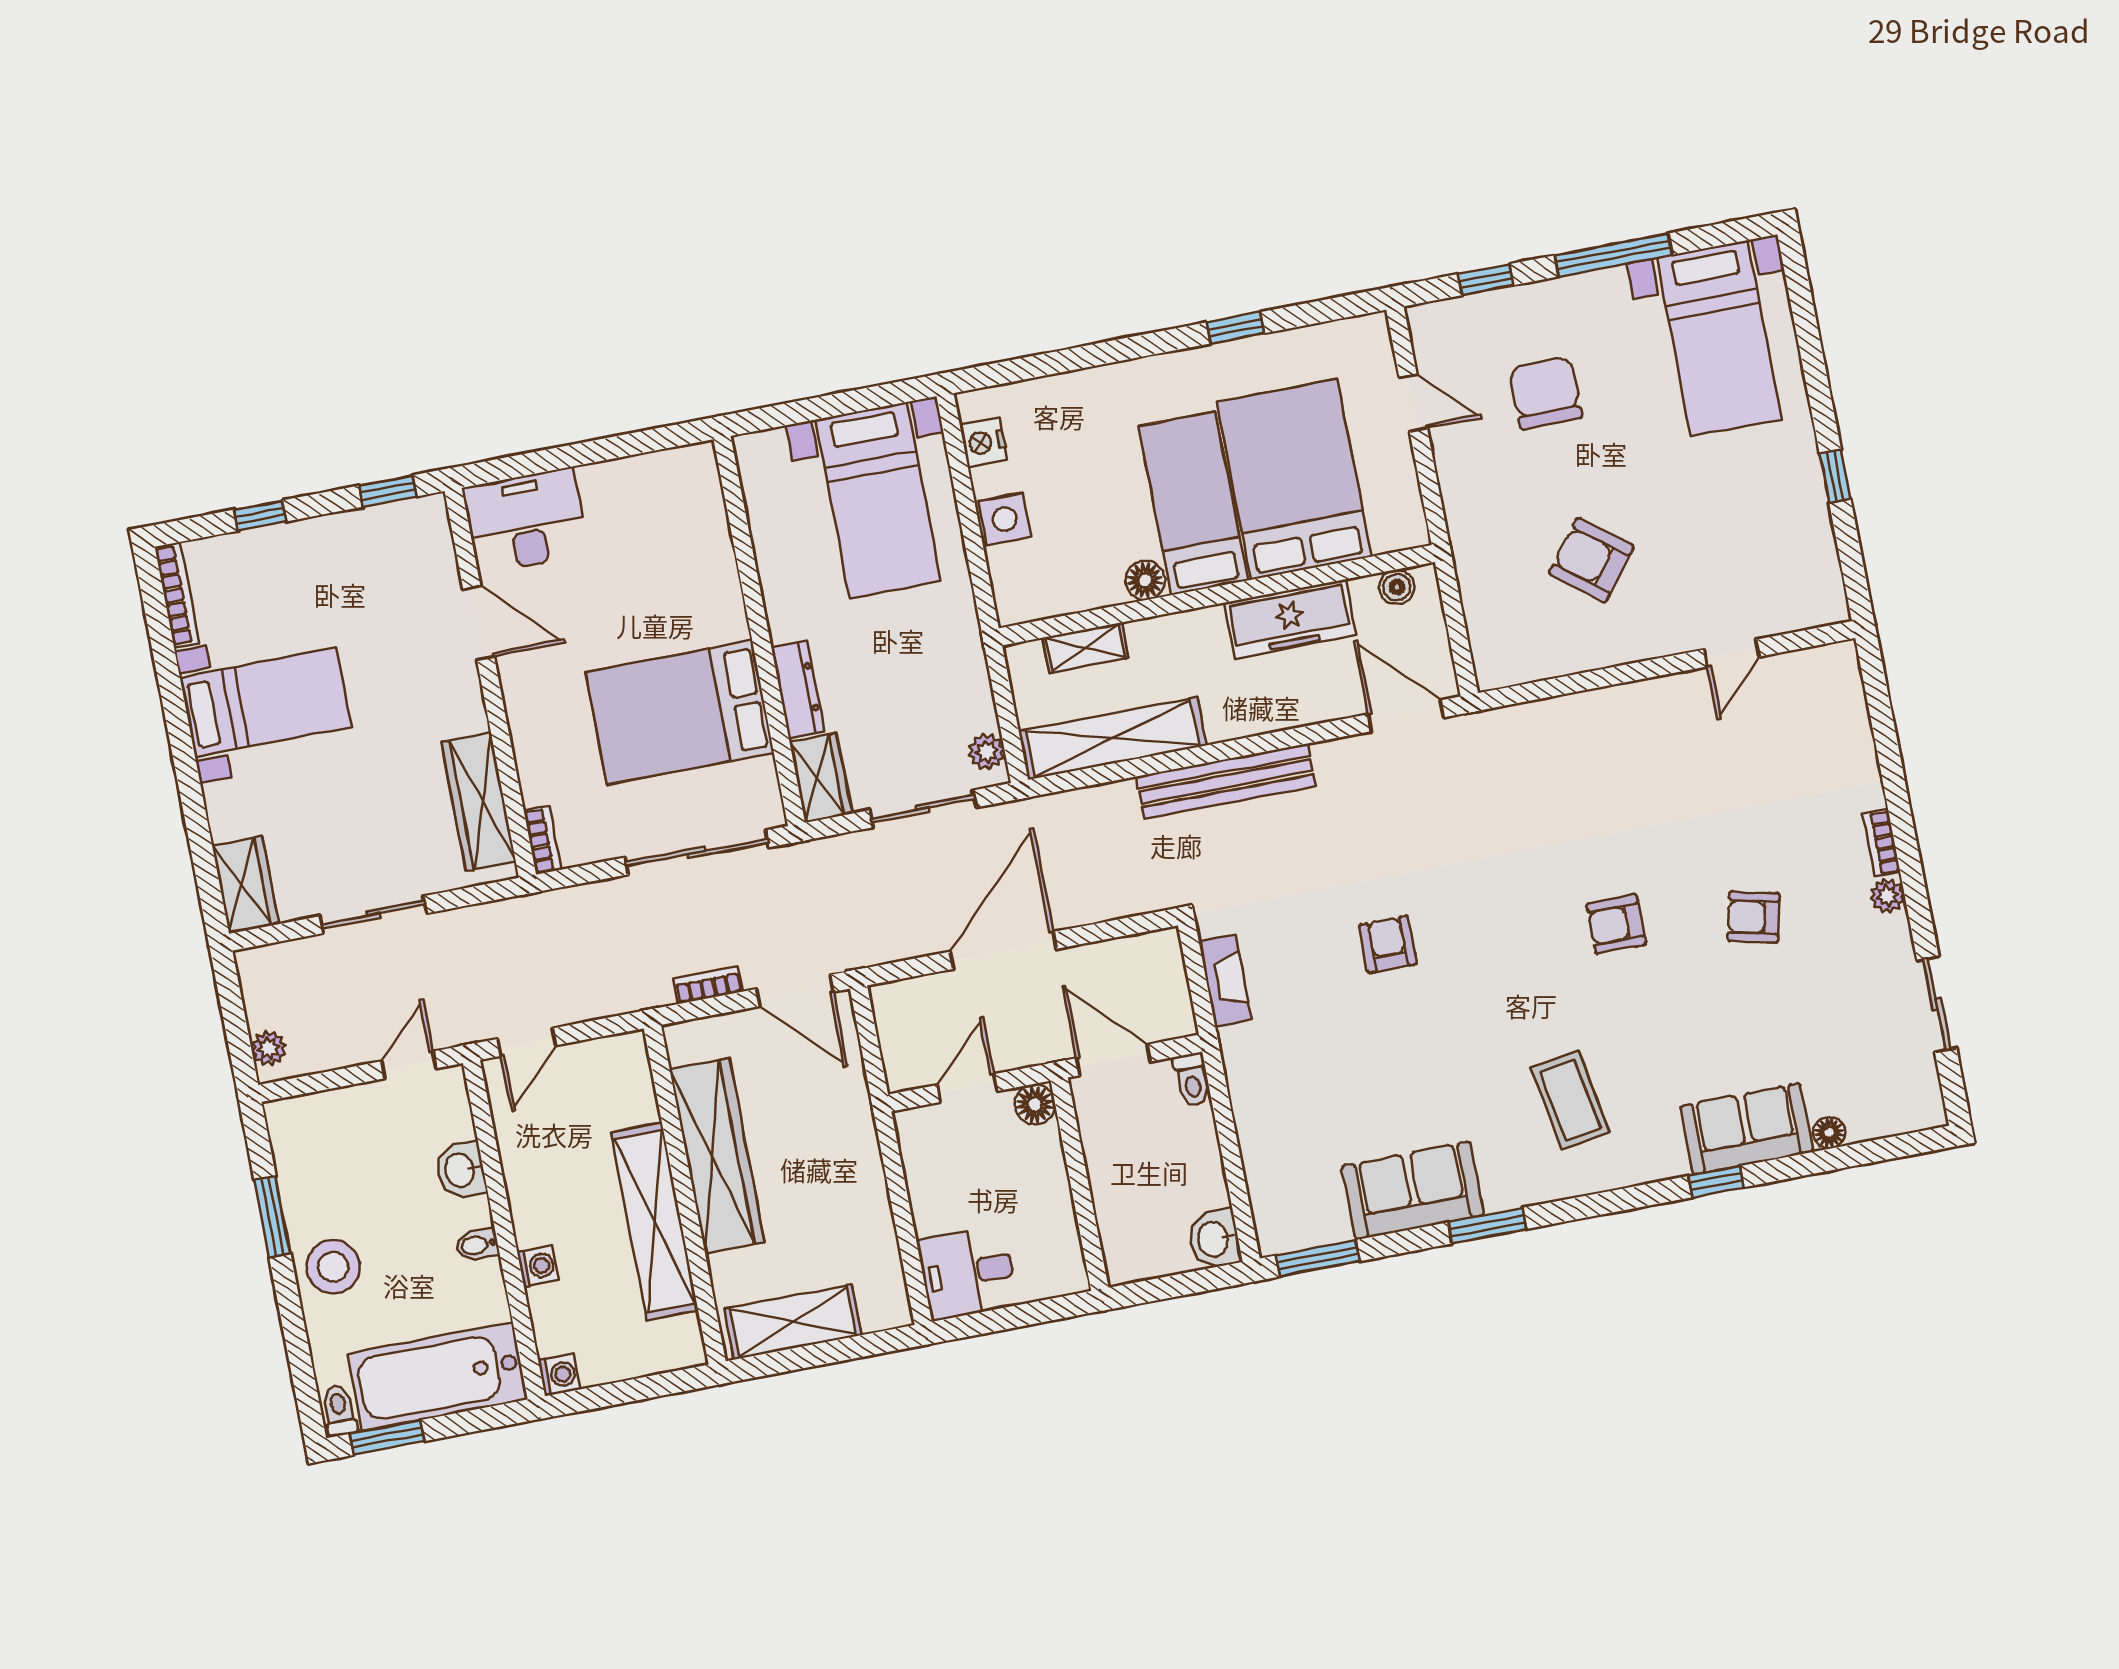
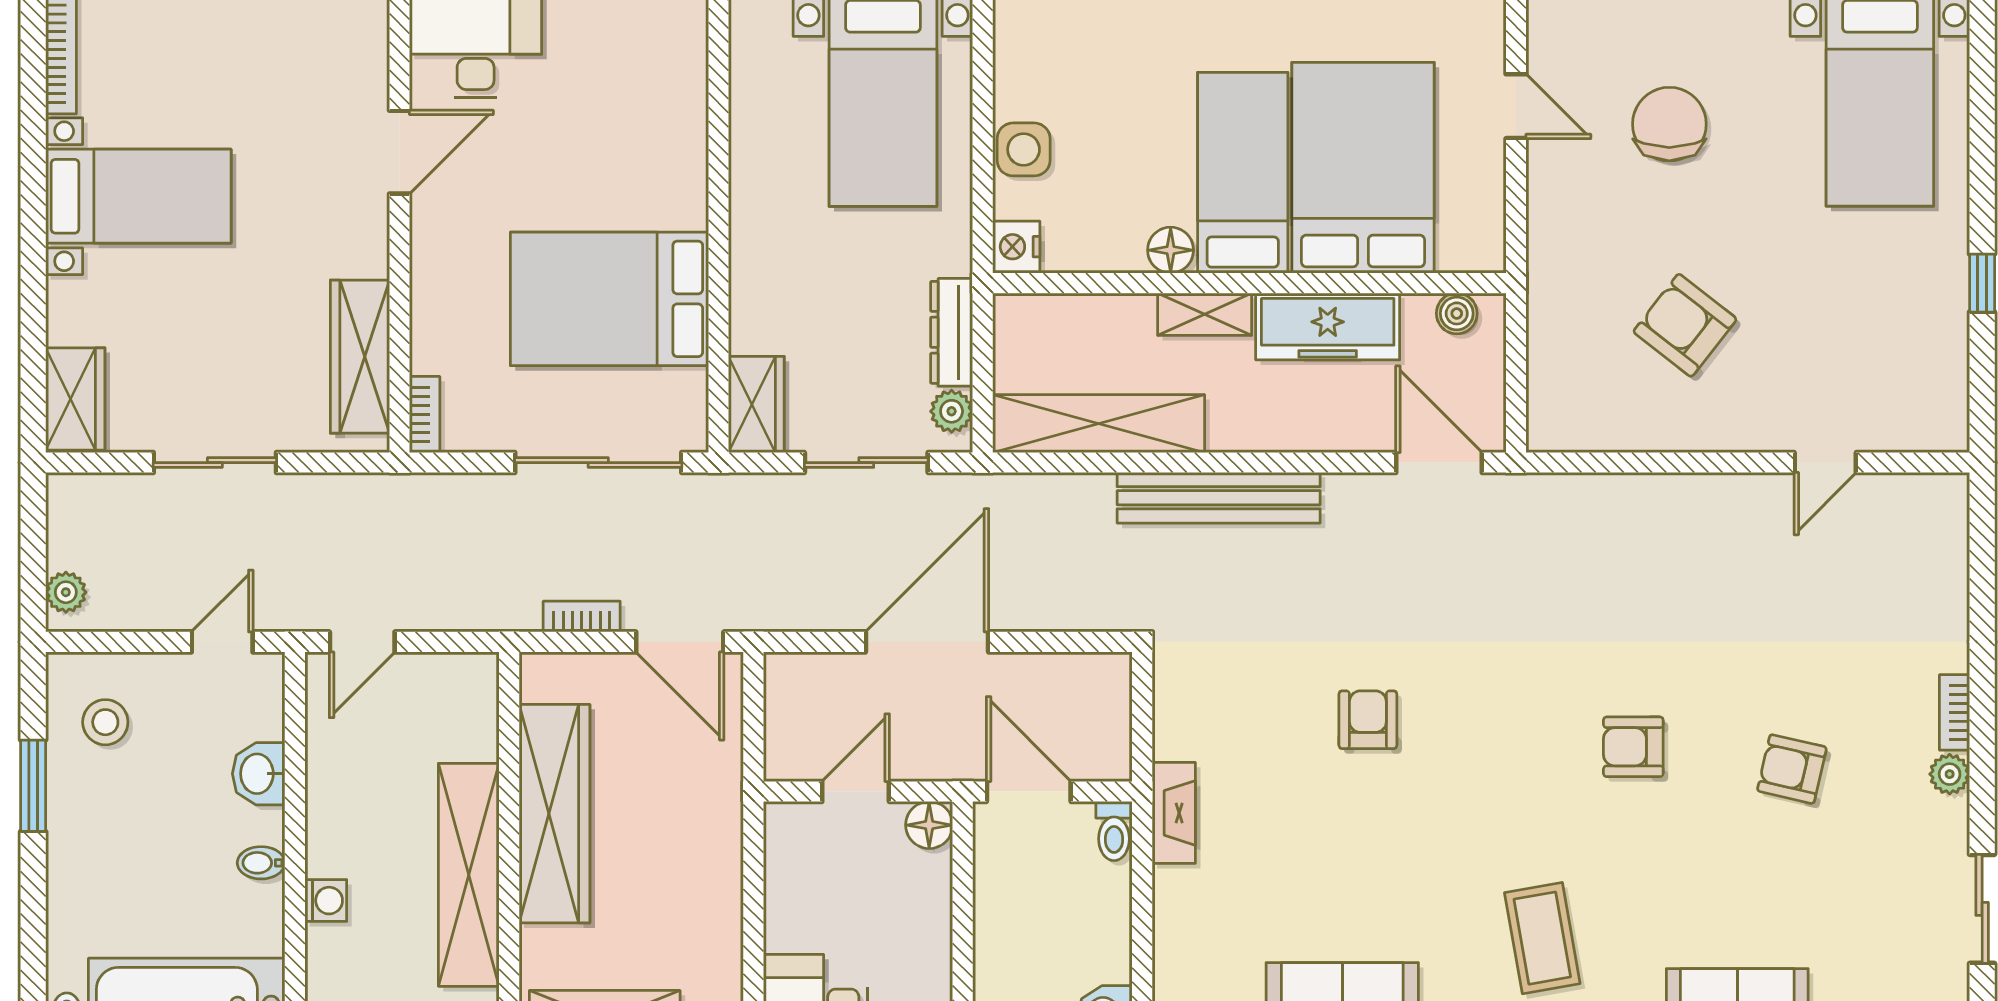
nightstand: (984, 442) -> (1016, 247), moved
door: (479, 623) -> (399, 152), hinge flipped
shelving: (1085, 648) -> (1205, 314), moved
dresser: (798, 689) -> (952, 332), moved, turned 180
fireplace: (1225, 980) -> (1174, 813), moved
stool: (333, 1267) -> (105, 722), moved, width x0.73, depth x0.73

